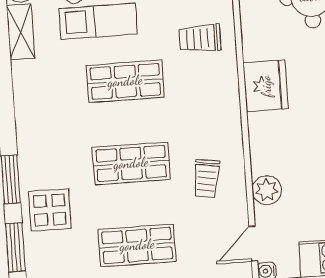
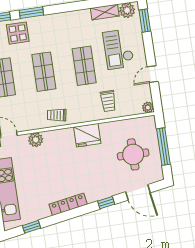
trolley: (200, 38) -> (108, 101), turned 180
trolley: (206, 178) -> (57, 115), moved

